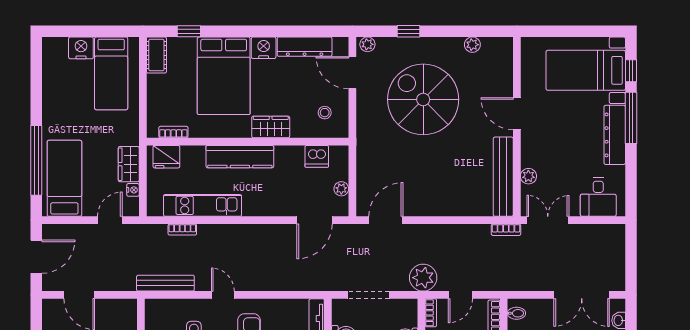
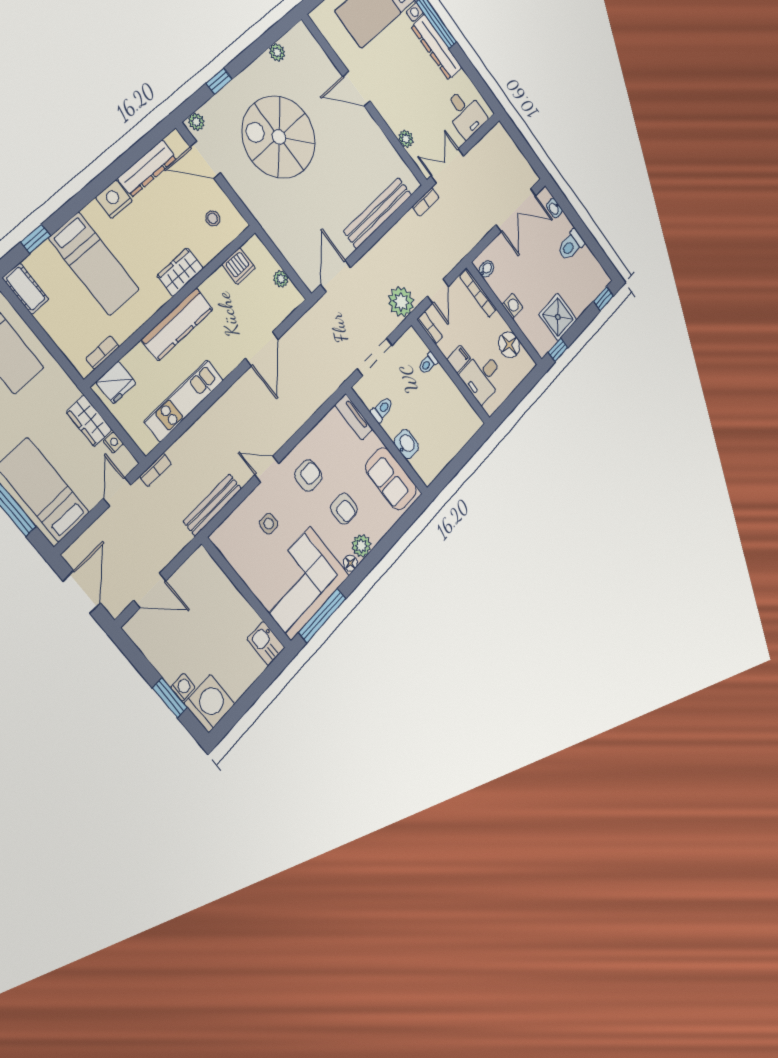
bed: (224, 76) -> (94, 264), width x0.67
bench: (503, 177) -> (378, 213), moved, turned 90
door: (314, 220) -> (262, 349), moved
bookcase: (182, 230) -> (156, 470), moved

